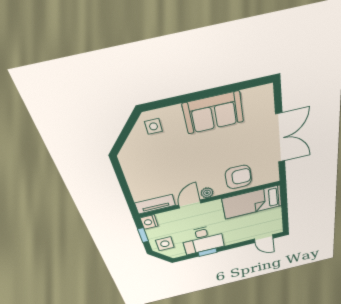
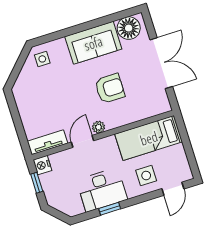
floor lamp: (255, 100) -> (129, 28), added
armchair: (238, 177) -> (110, 88), moved
door: (264, 239) -> (173, 189), hinge flipped
side table: (165, 244) -> (146, 176), moved

